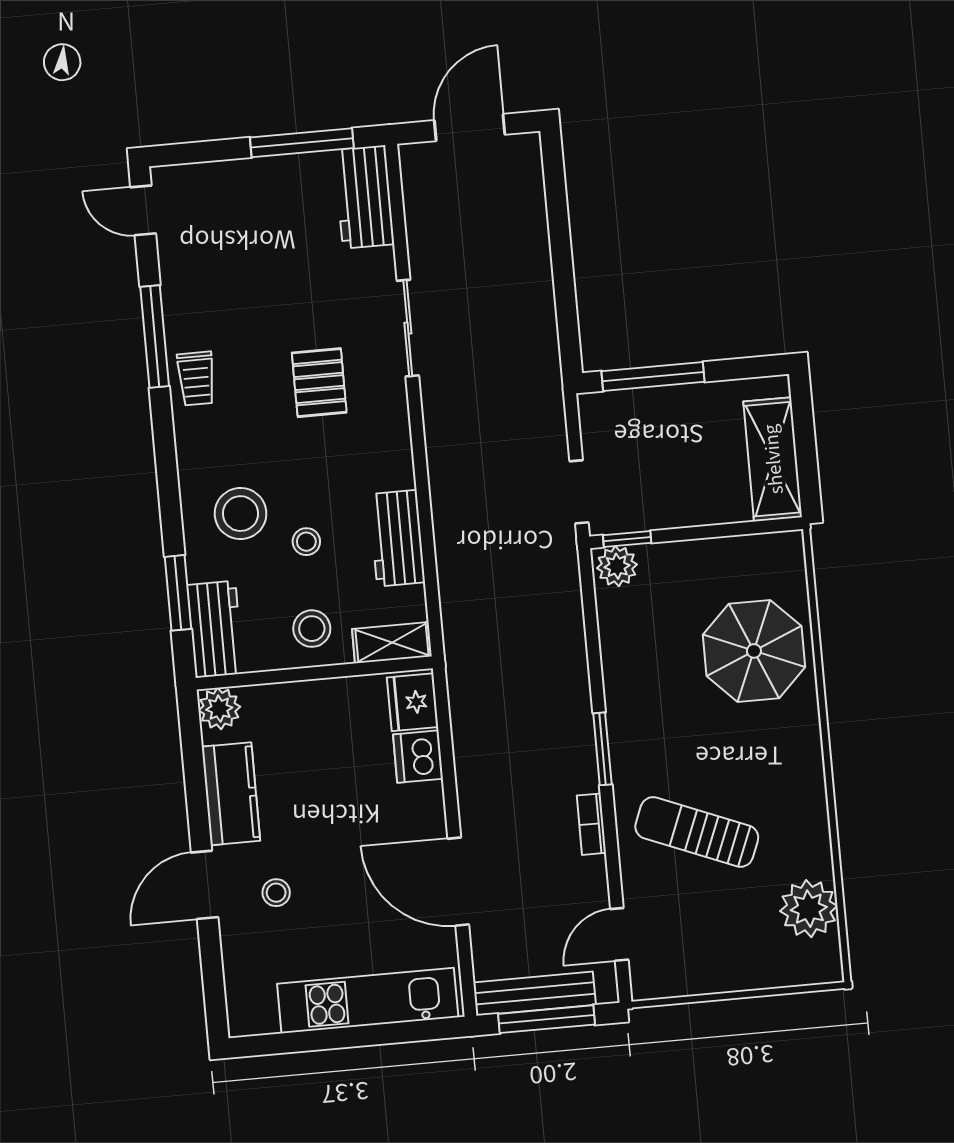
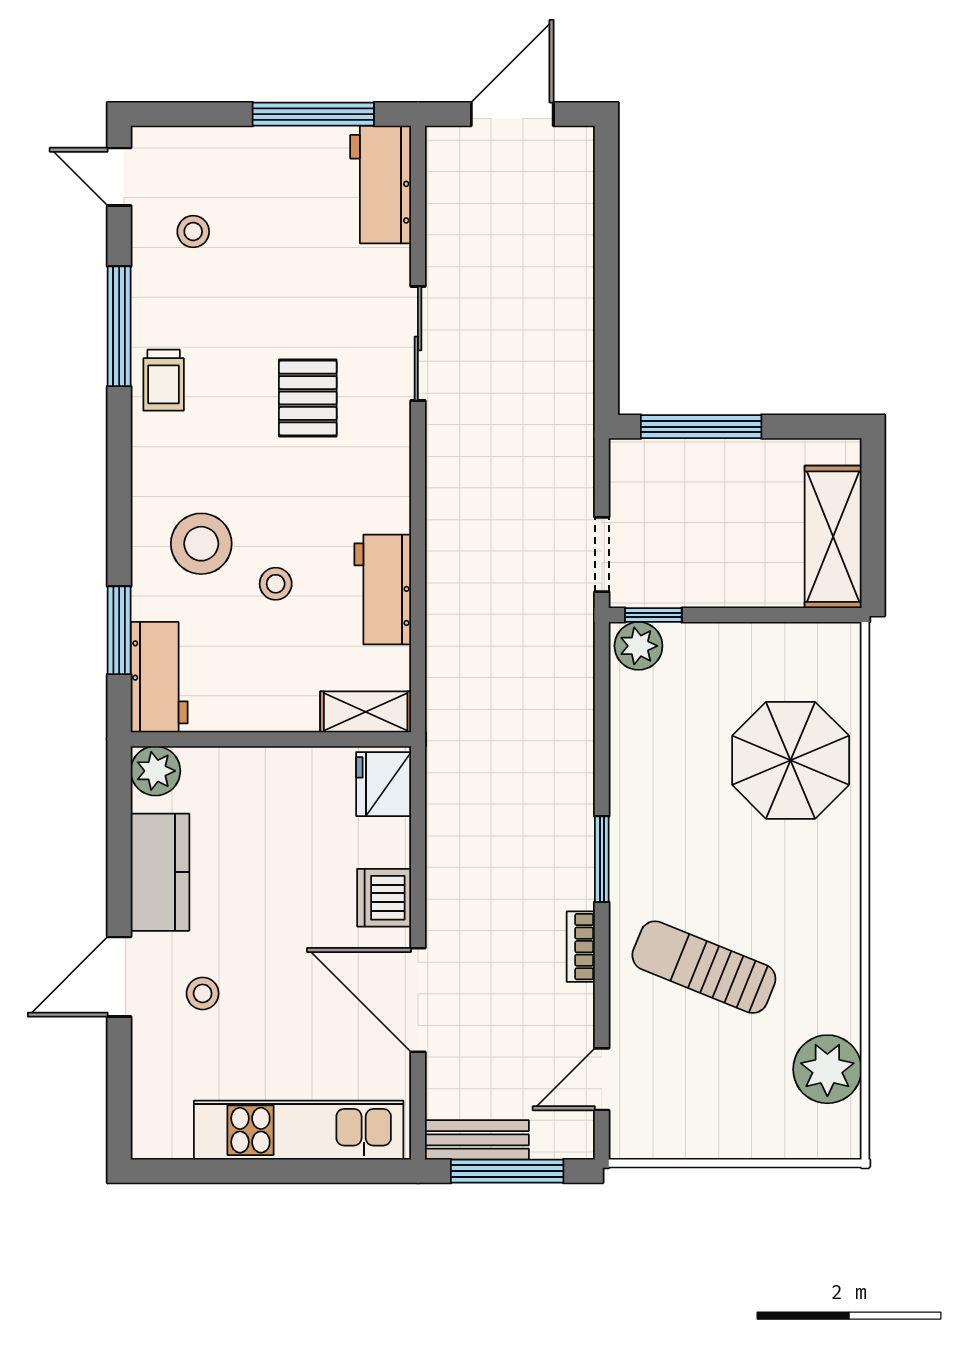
stool: (312, 629) -> (193, 232), moved, width x0.73, depth x0.73
dishwasher: (418, 757) -> (384, 898), moved
bench: (535, 994) -> (477, 1140), width x0.73

